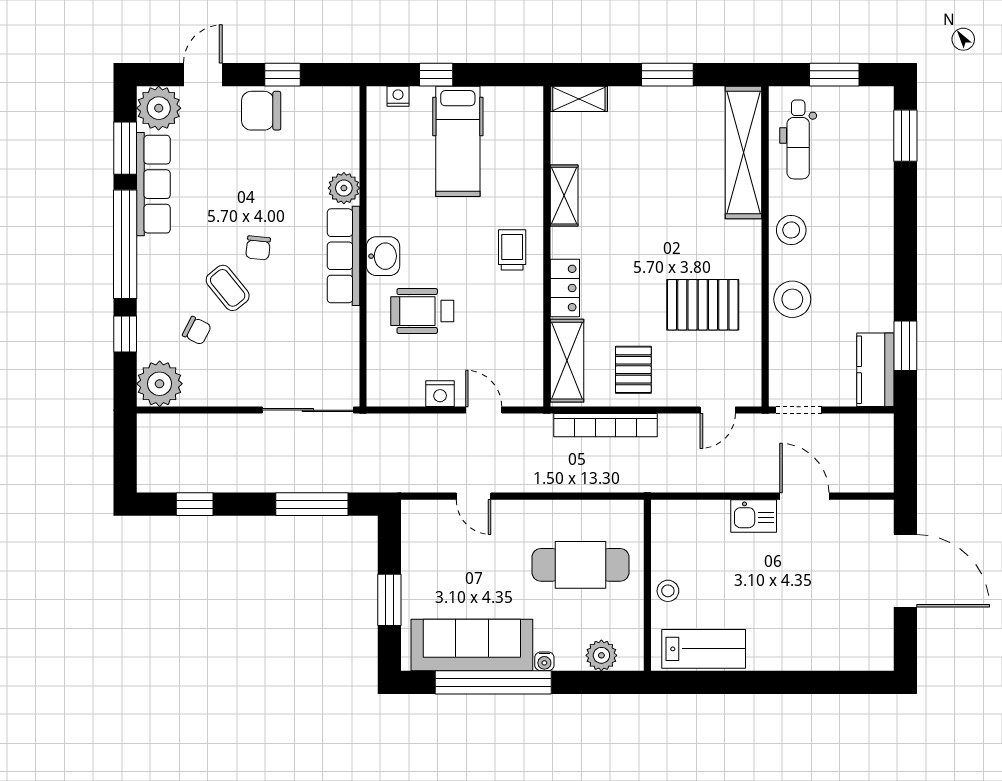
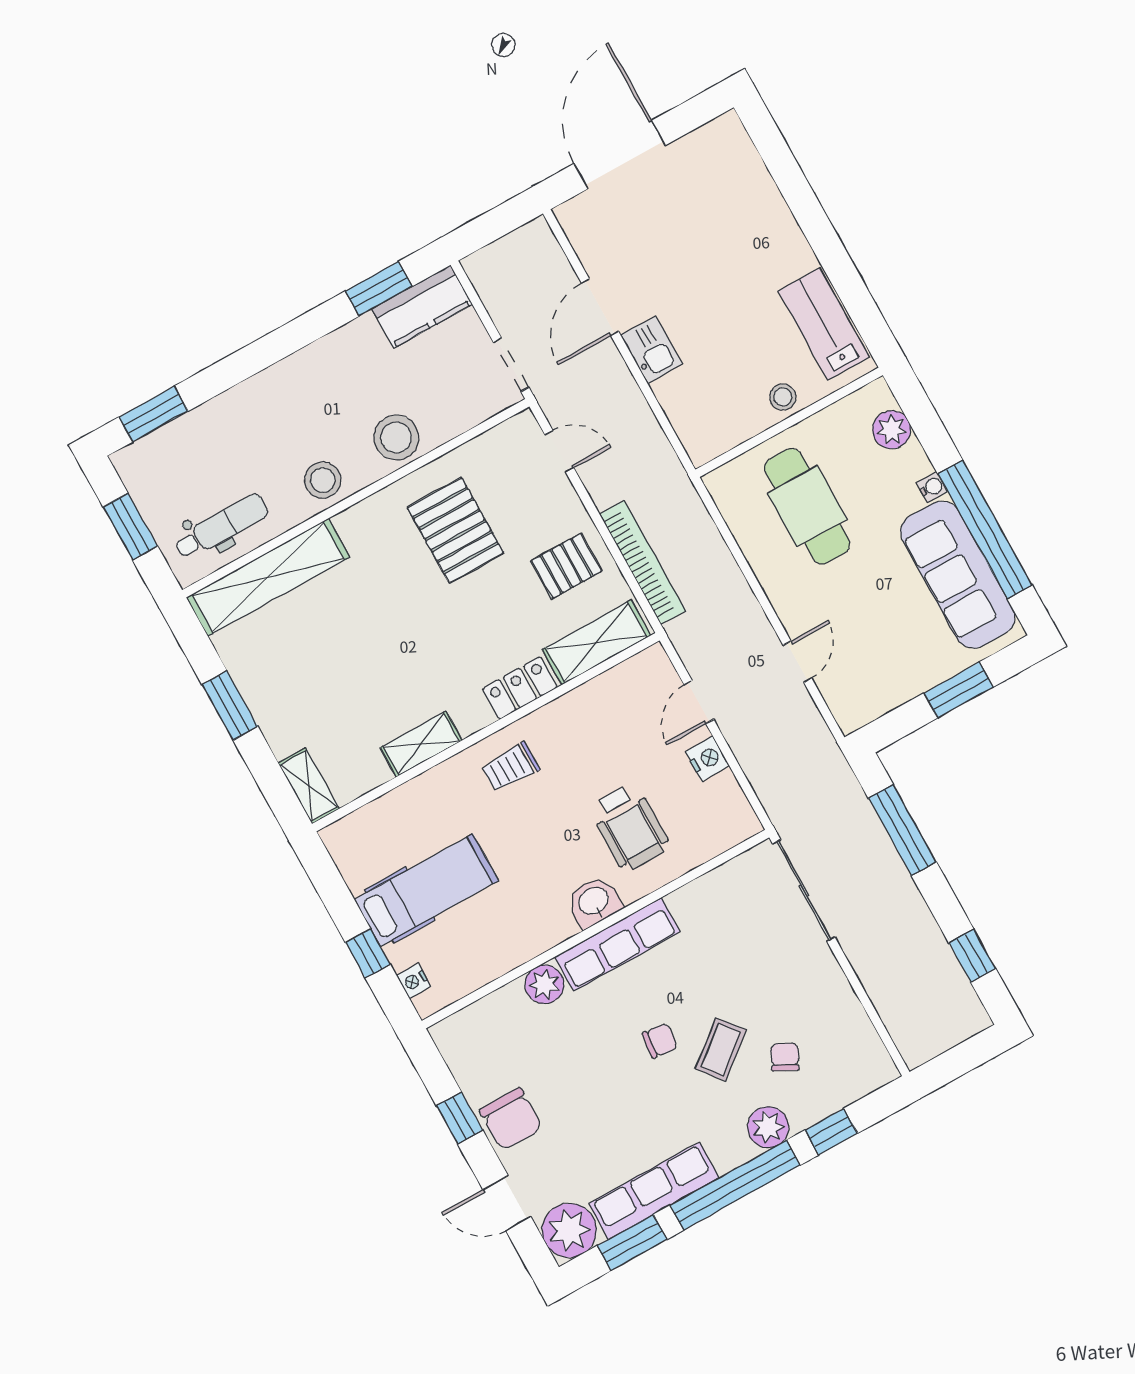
plant: (160, 384) -> (768, 1127), moved, width x0.73, depth x0.73

